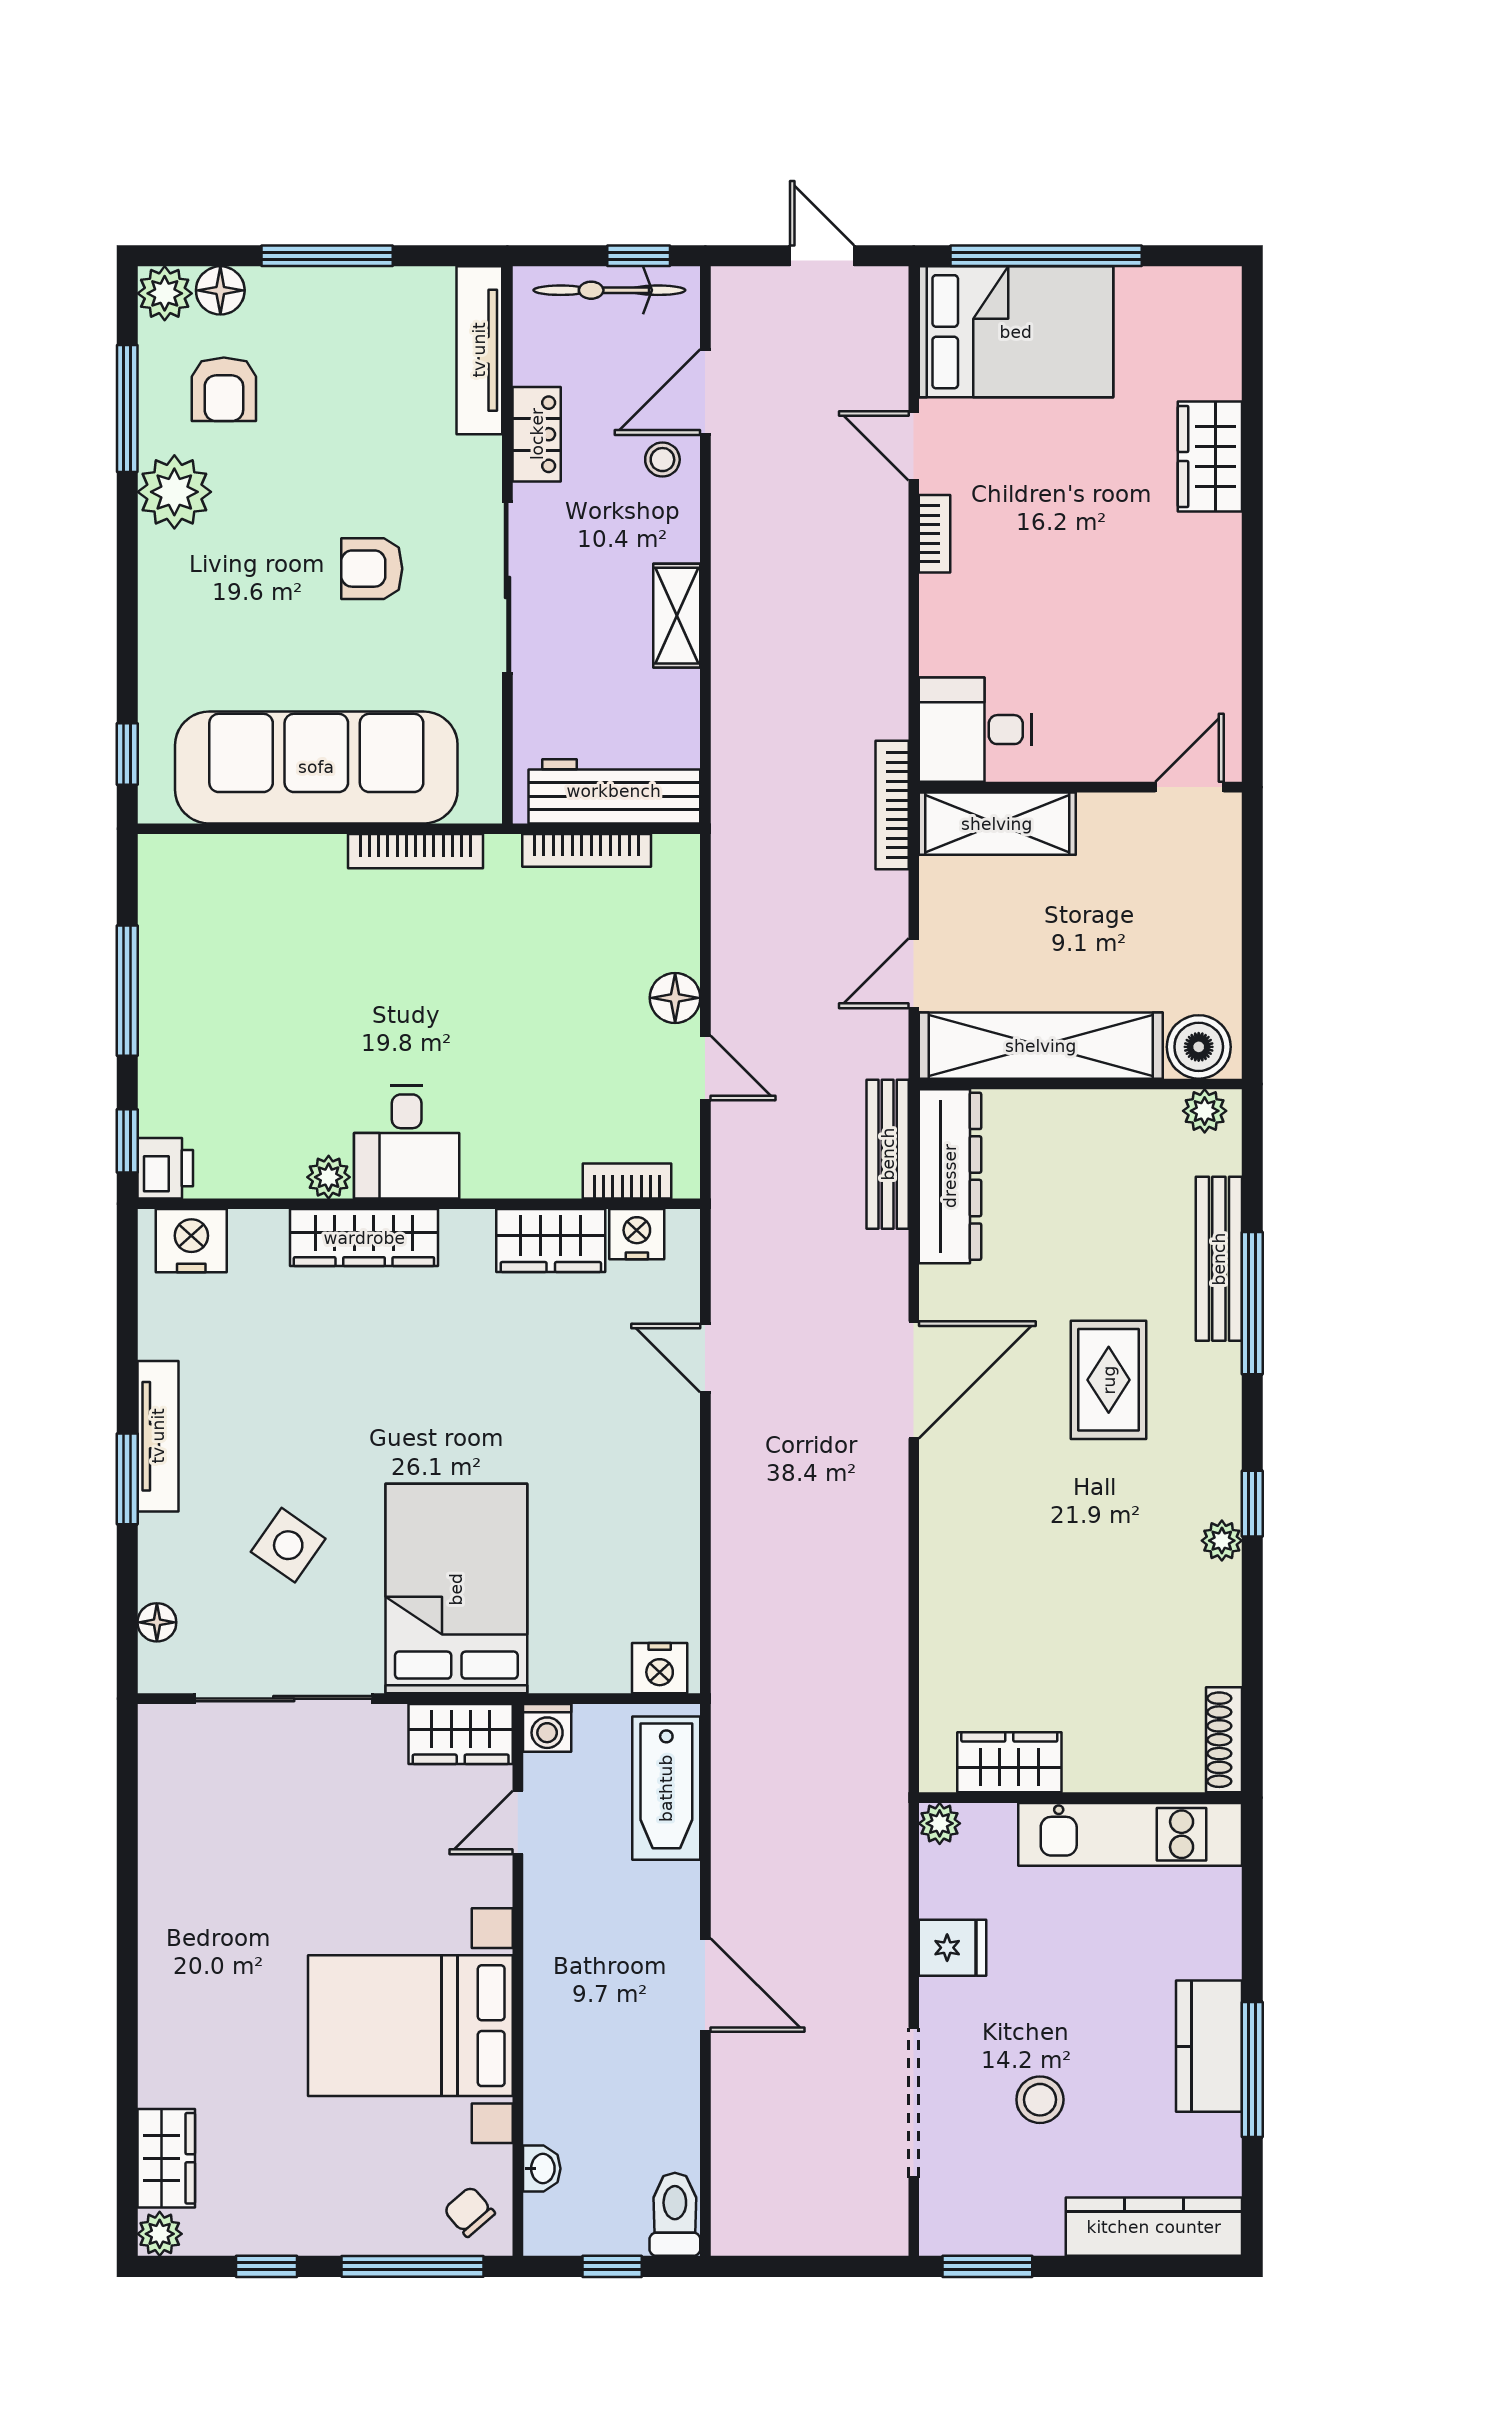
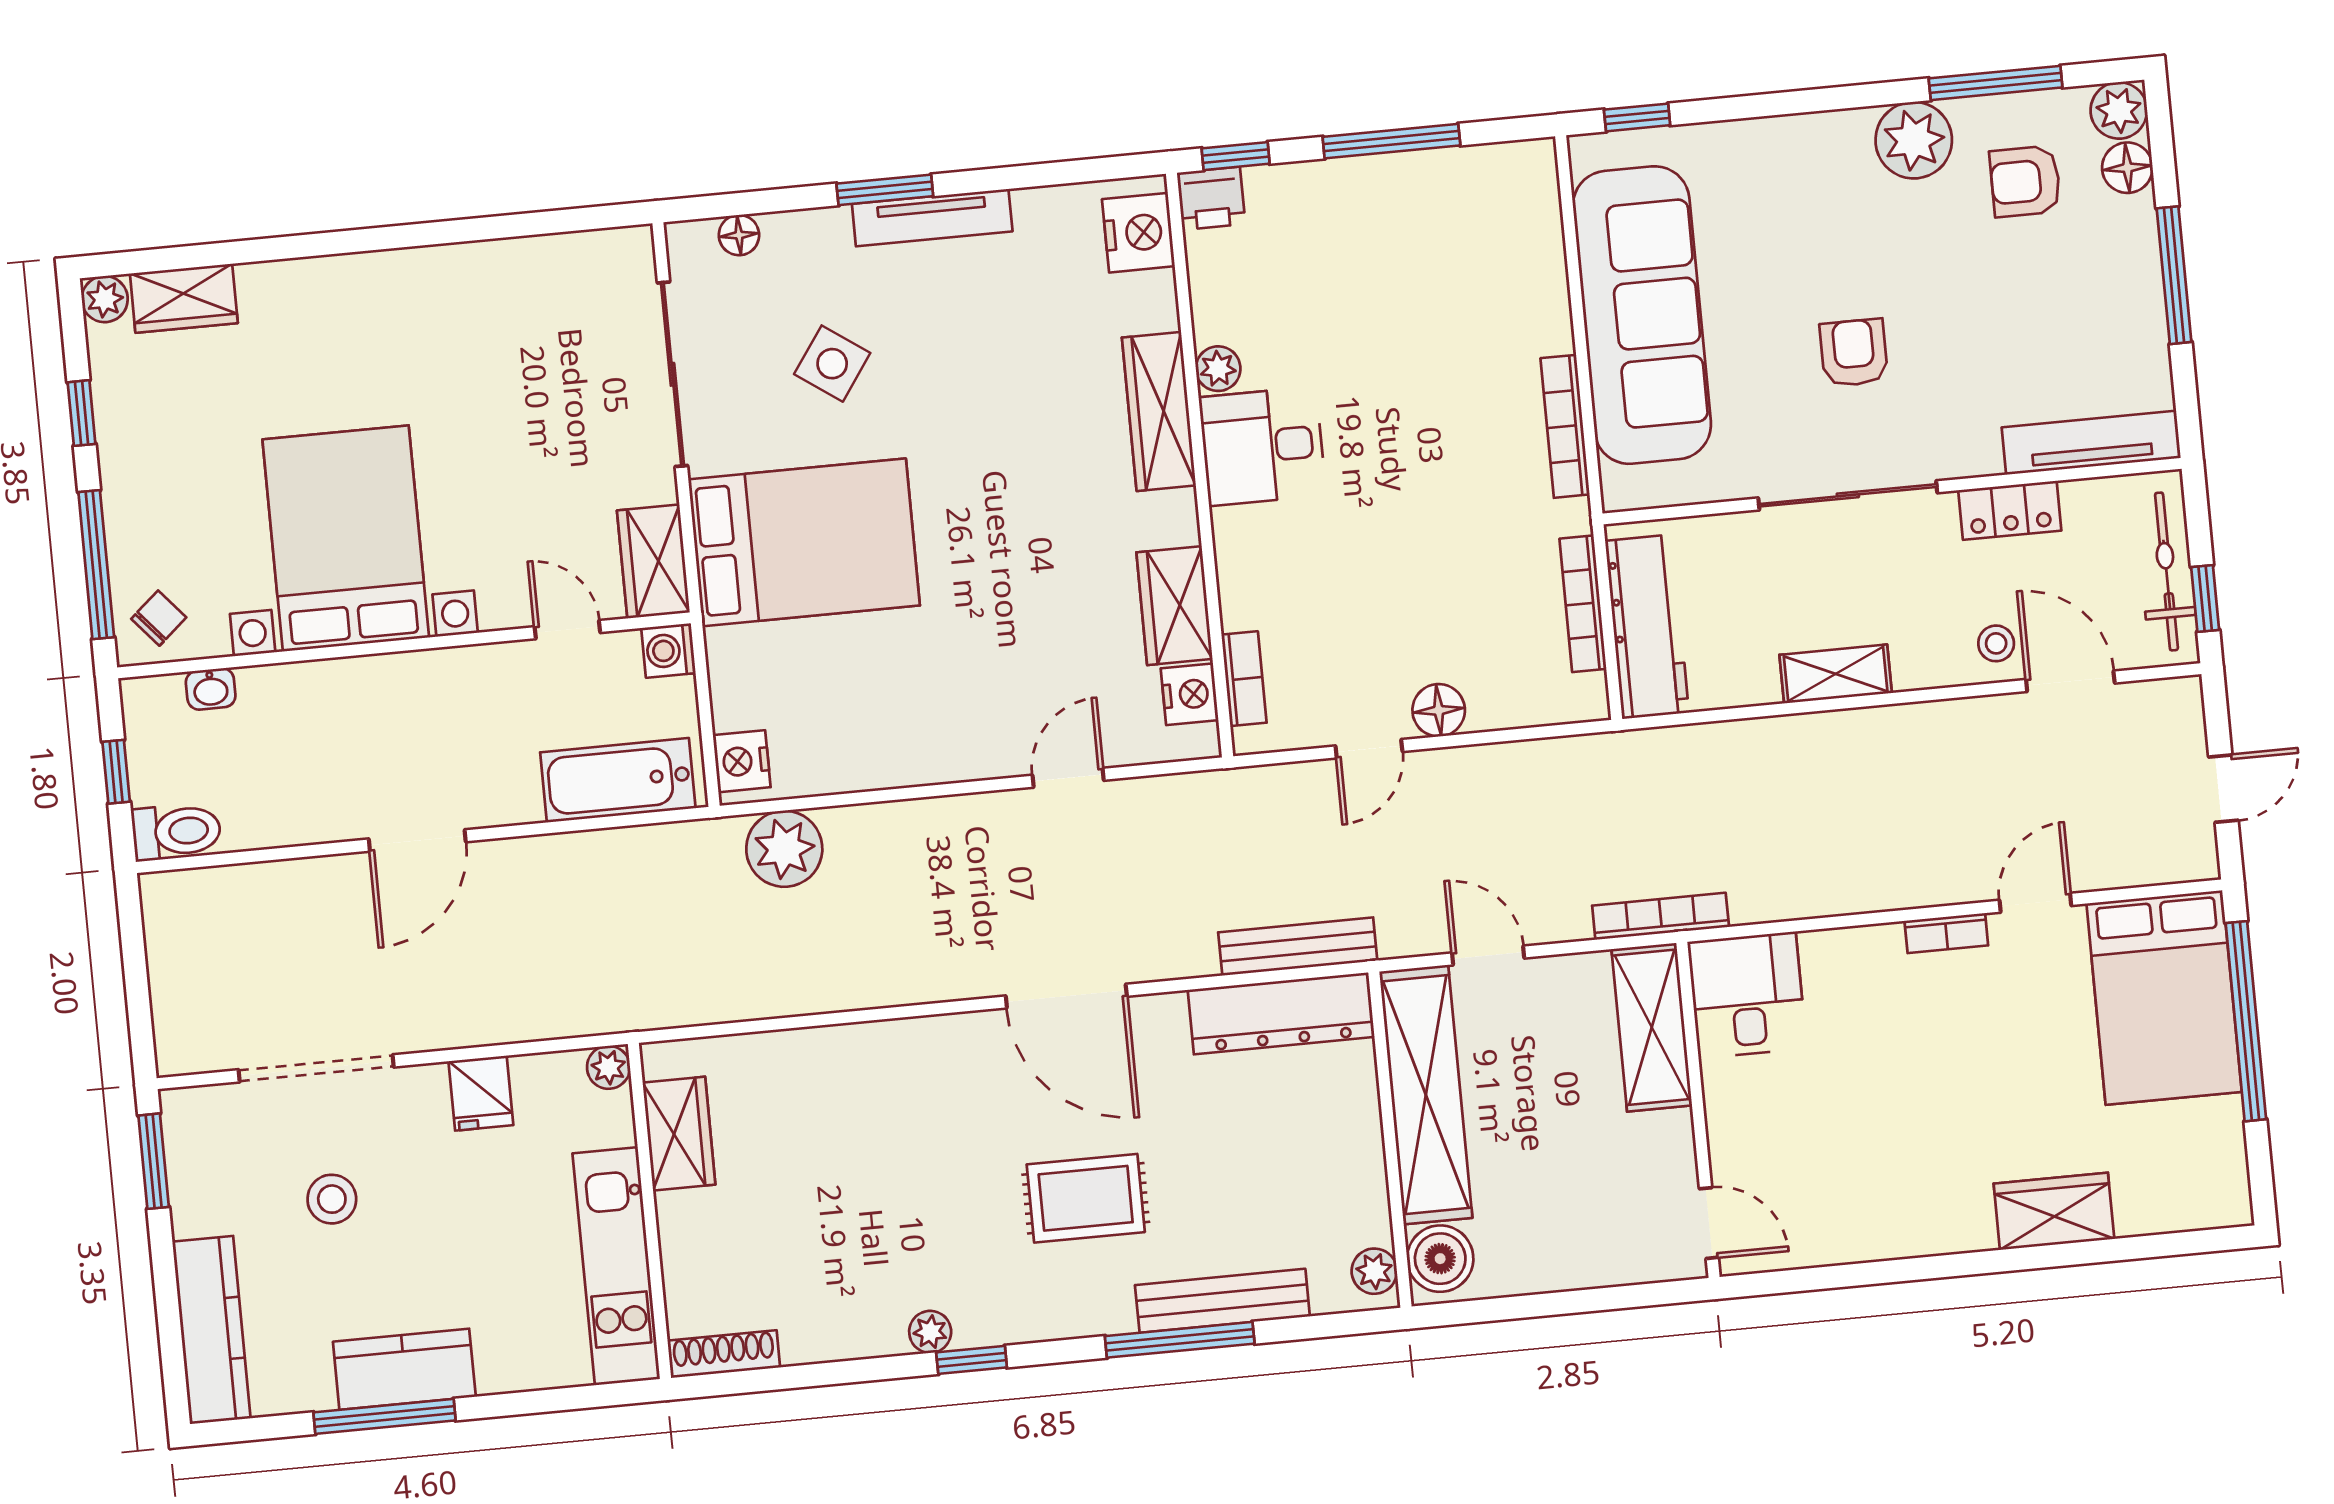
plant: (747, 1635) -> (784, 849), added

